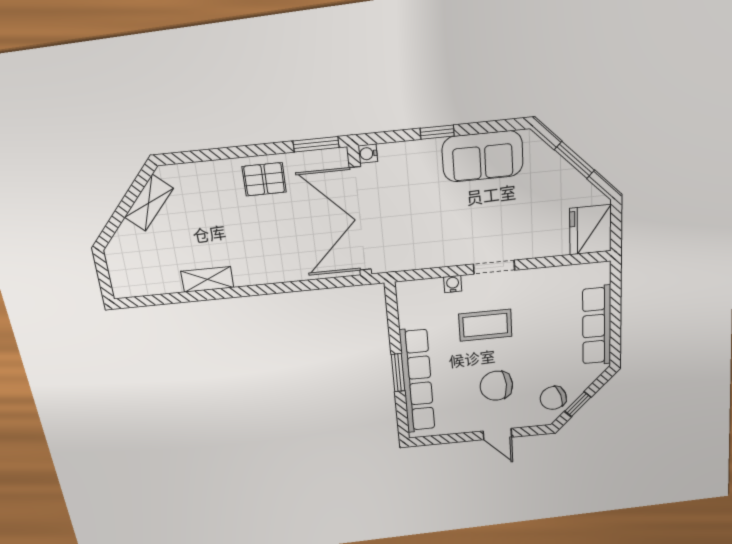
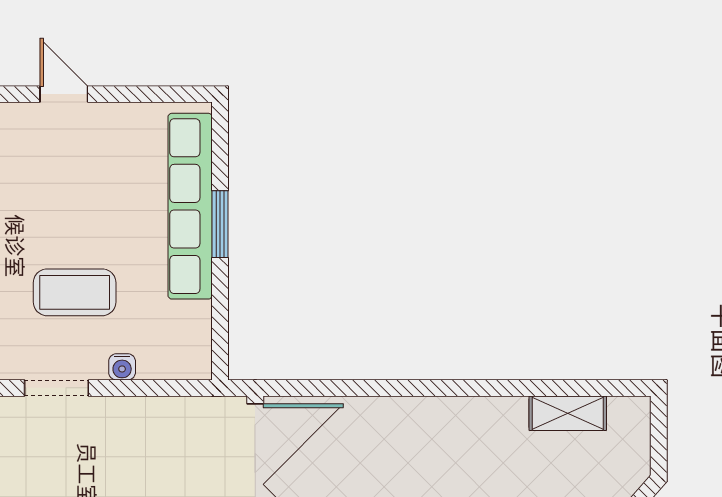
shelving: (207, 279) -> (568, 413), moved
chair: (496, 386) -> (62, 184), removed

